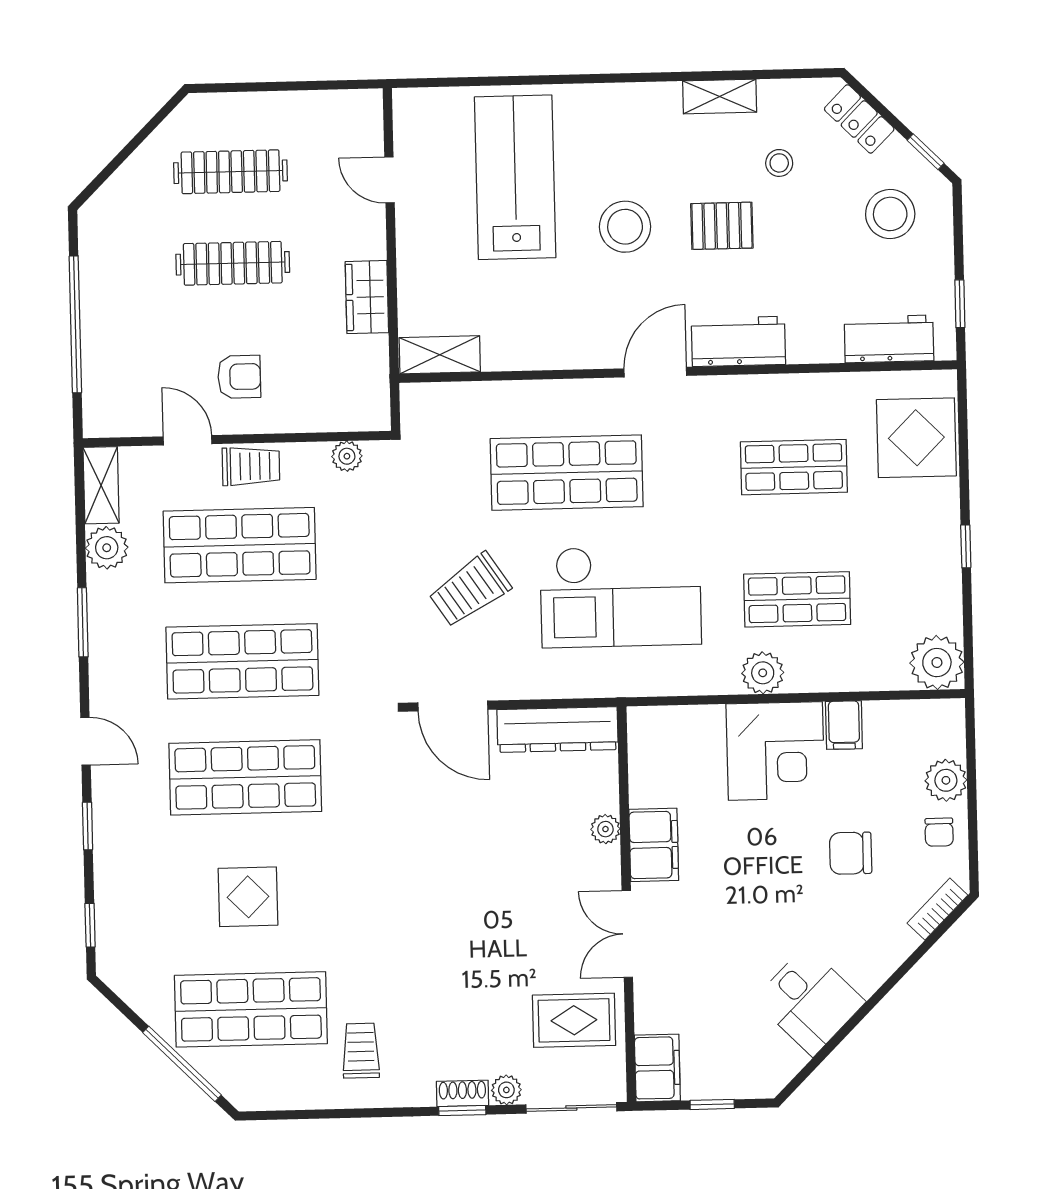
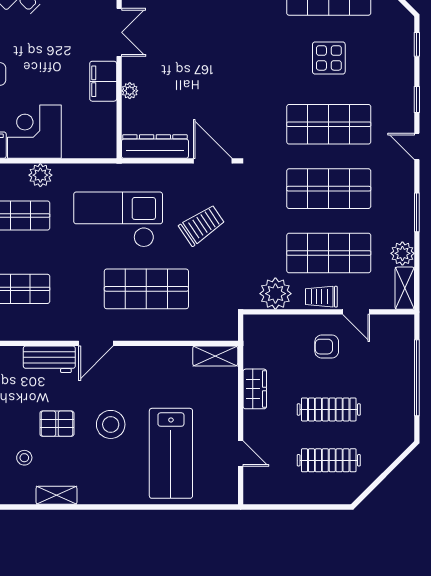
plant: (347, 456) -> (275, 294), width x1.88, depth x1.88

